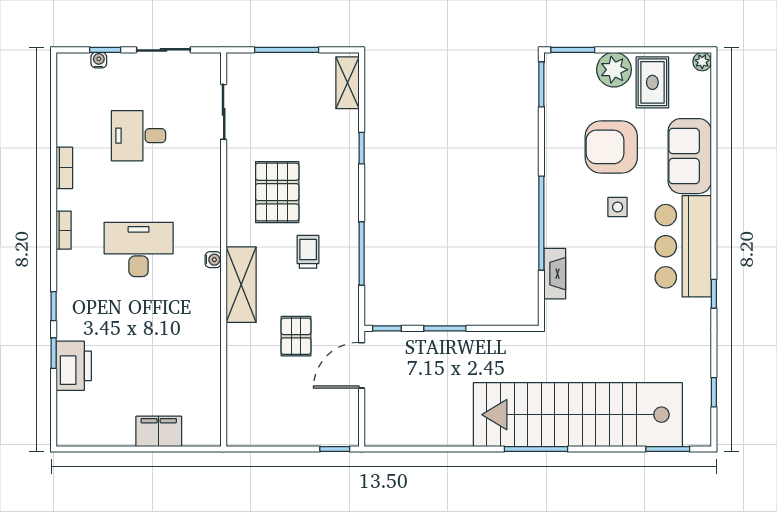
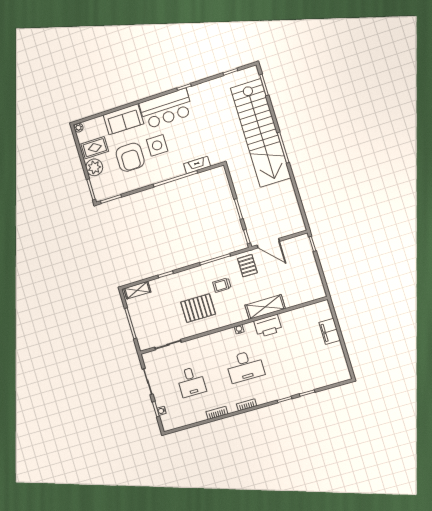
side table: (618, 207) -> (157, 145), width x1.87, depth x1.87
desk: (139, 249) -> (245, 366), turned -90
shelving: (241, 285) -> (265, 307), moved
pallet: (296, 336) -> (247, 266), moved, turned 90
printer: (74, 366) -> (268, 326), moved, turned 180

